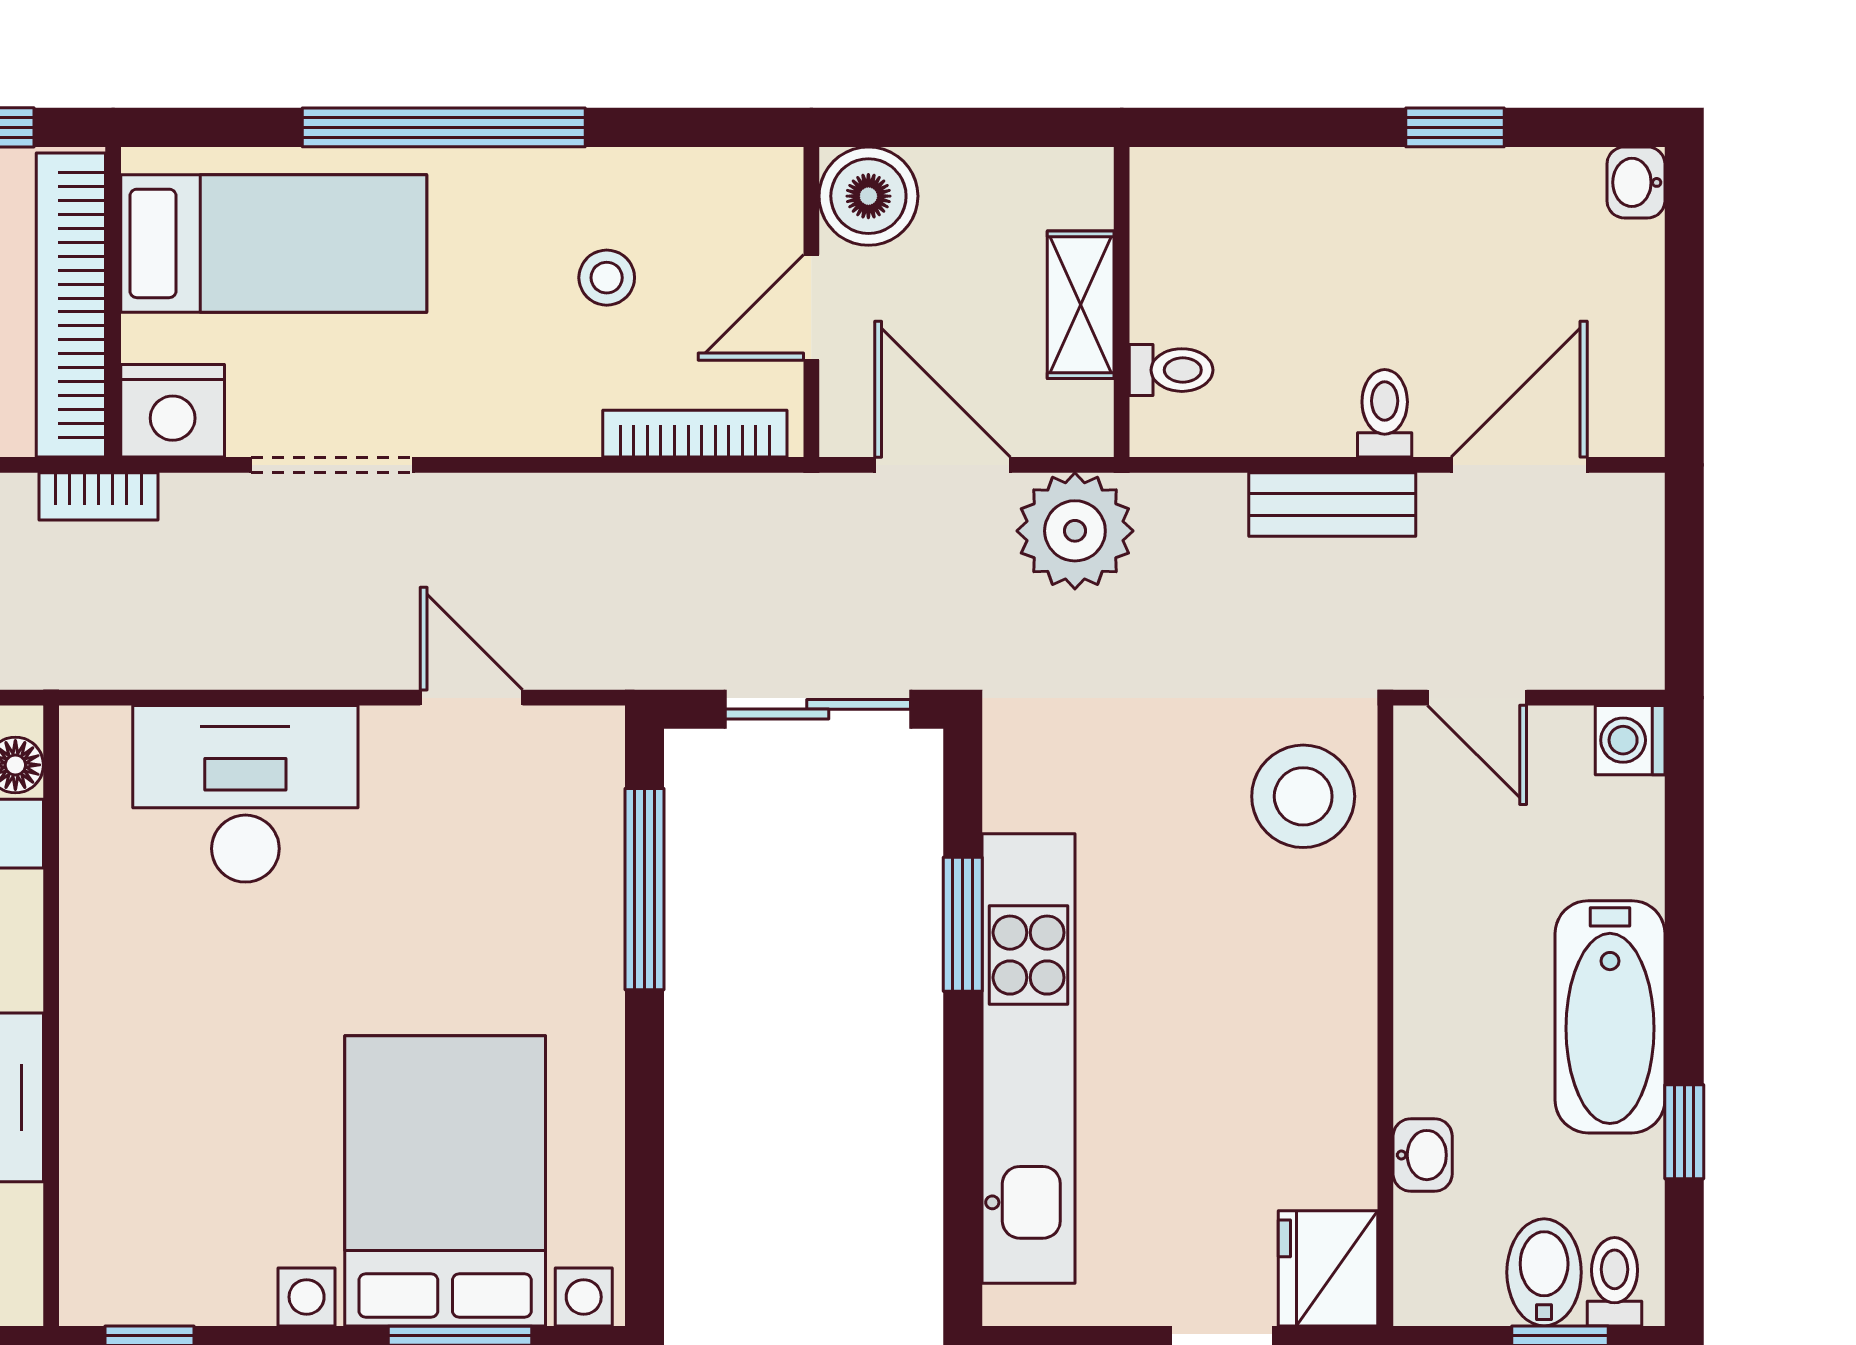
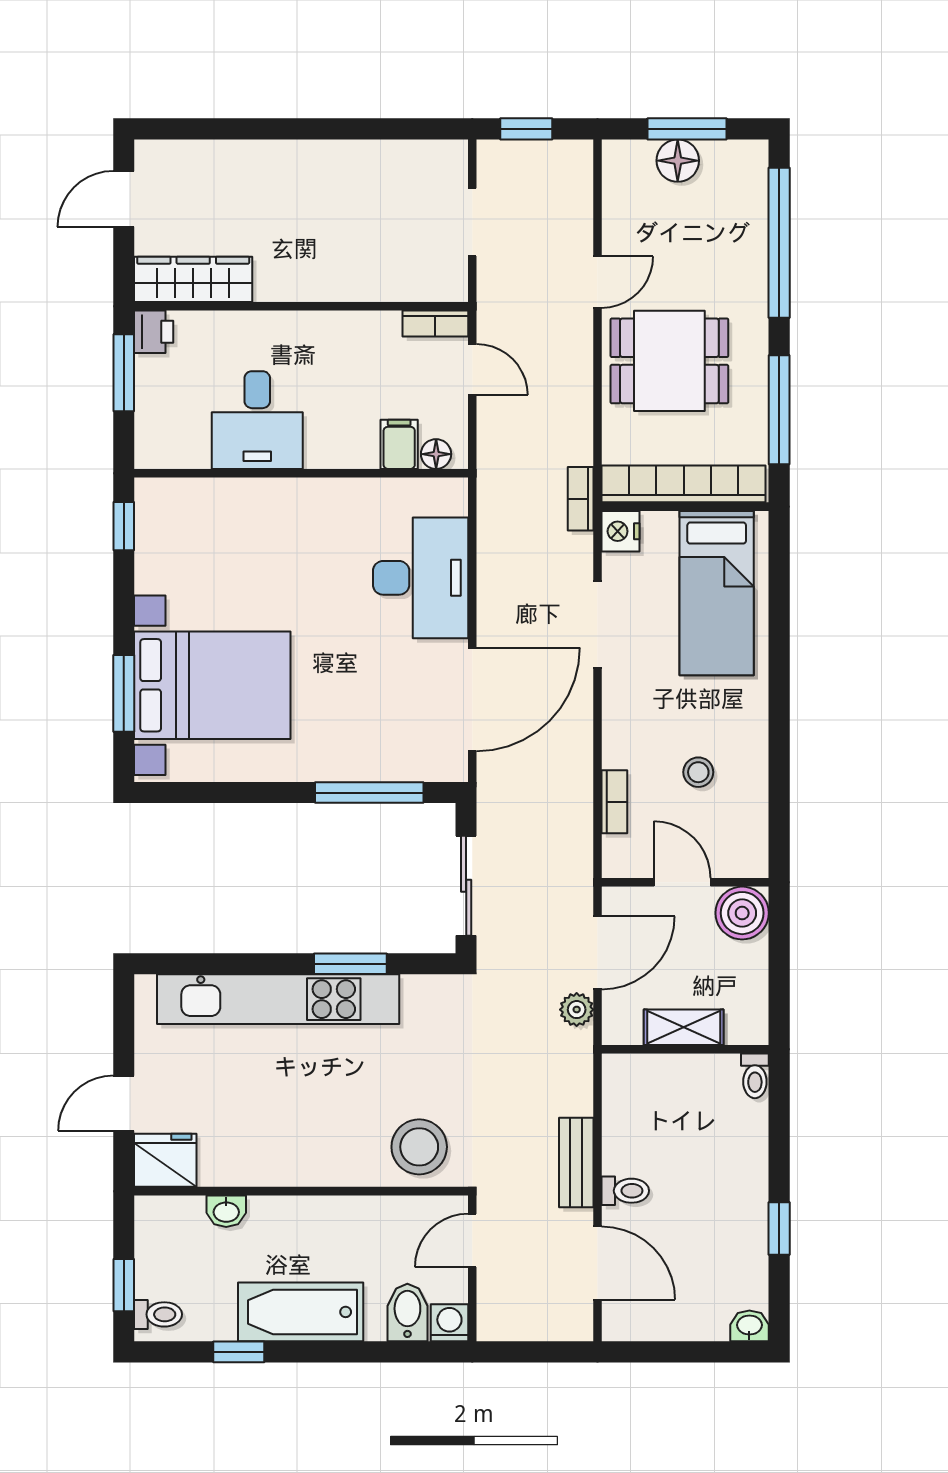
window: (444, 127) -> (779, 684), removed
toilet: (1171, 370) -> (755, 1076), moved
nightstand: (173, 411) -> (621, 531), width x0.74, depth x0.75
bookcase: (695, 434) -> (614, 802), width x0.64
plant: (1075, 531) -> (577, 1010), width x0.53, depth x0.53
door: (471, 698) -> (472, 699), width x1.87
bidet: (1544, 1272) -> (407, 1313), moved, turned -90

